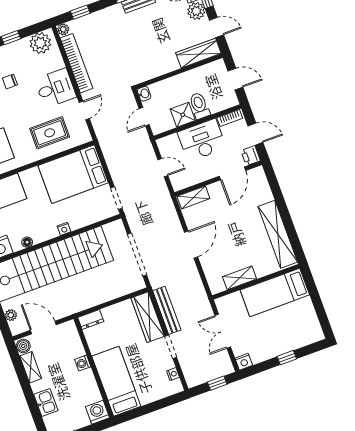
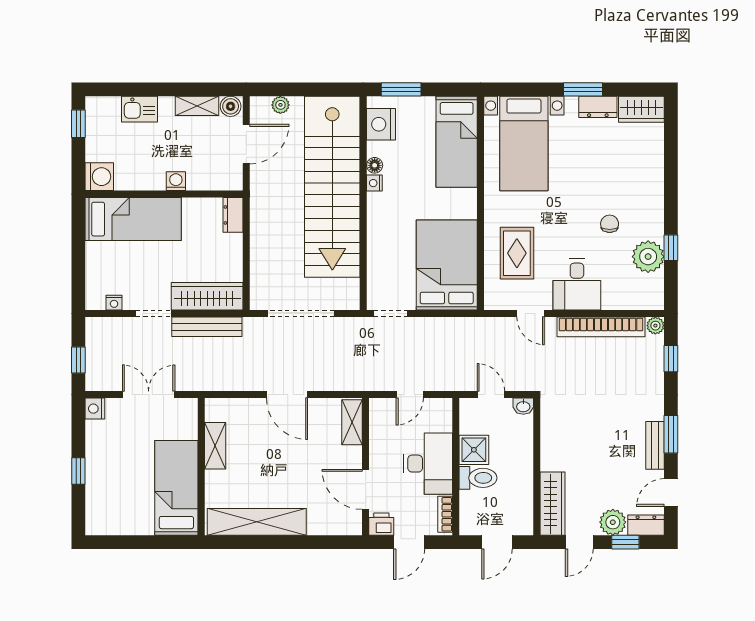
plant: (40, 43) -> (648, 257), moved
nightstand: (64, 229) -> (374, 183), moved

